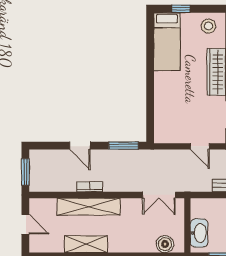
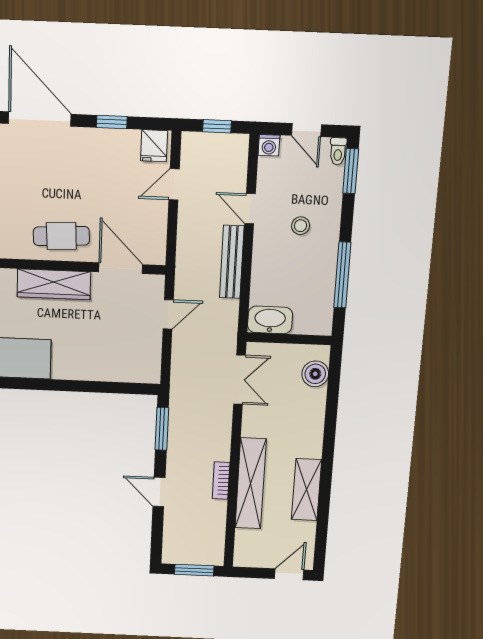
door: (80, 146) -> (159, 492), swing flipped
door: (25, 224) -> (289, 574), moved
washbasin: (199, 233) -> (270, 320), moved

